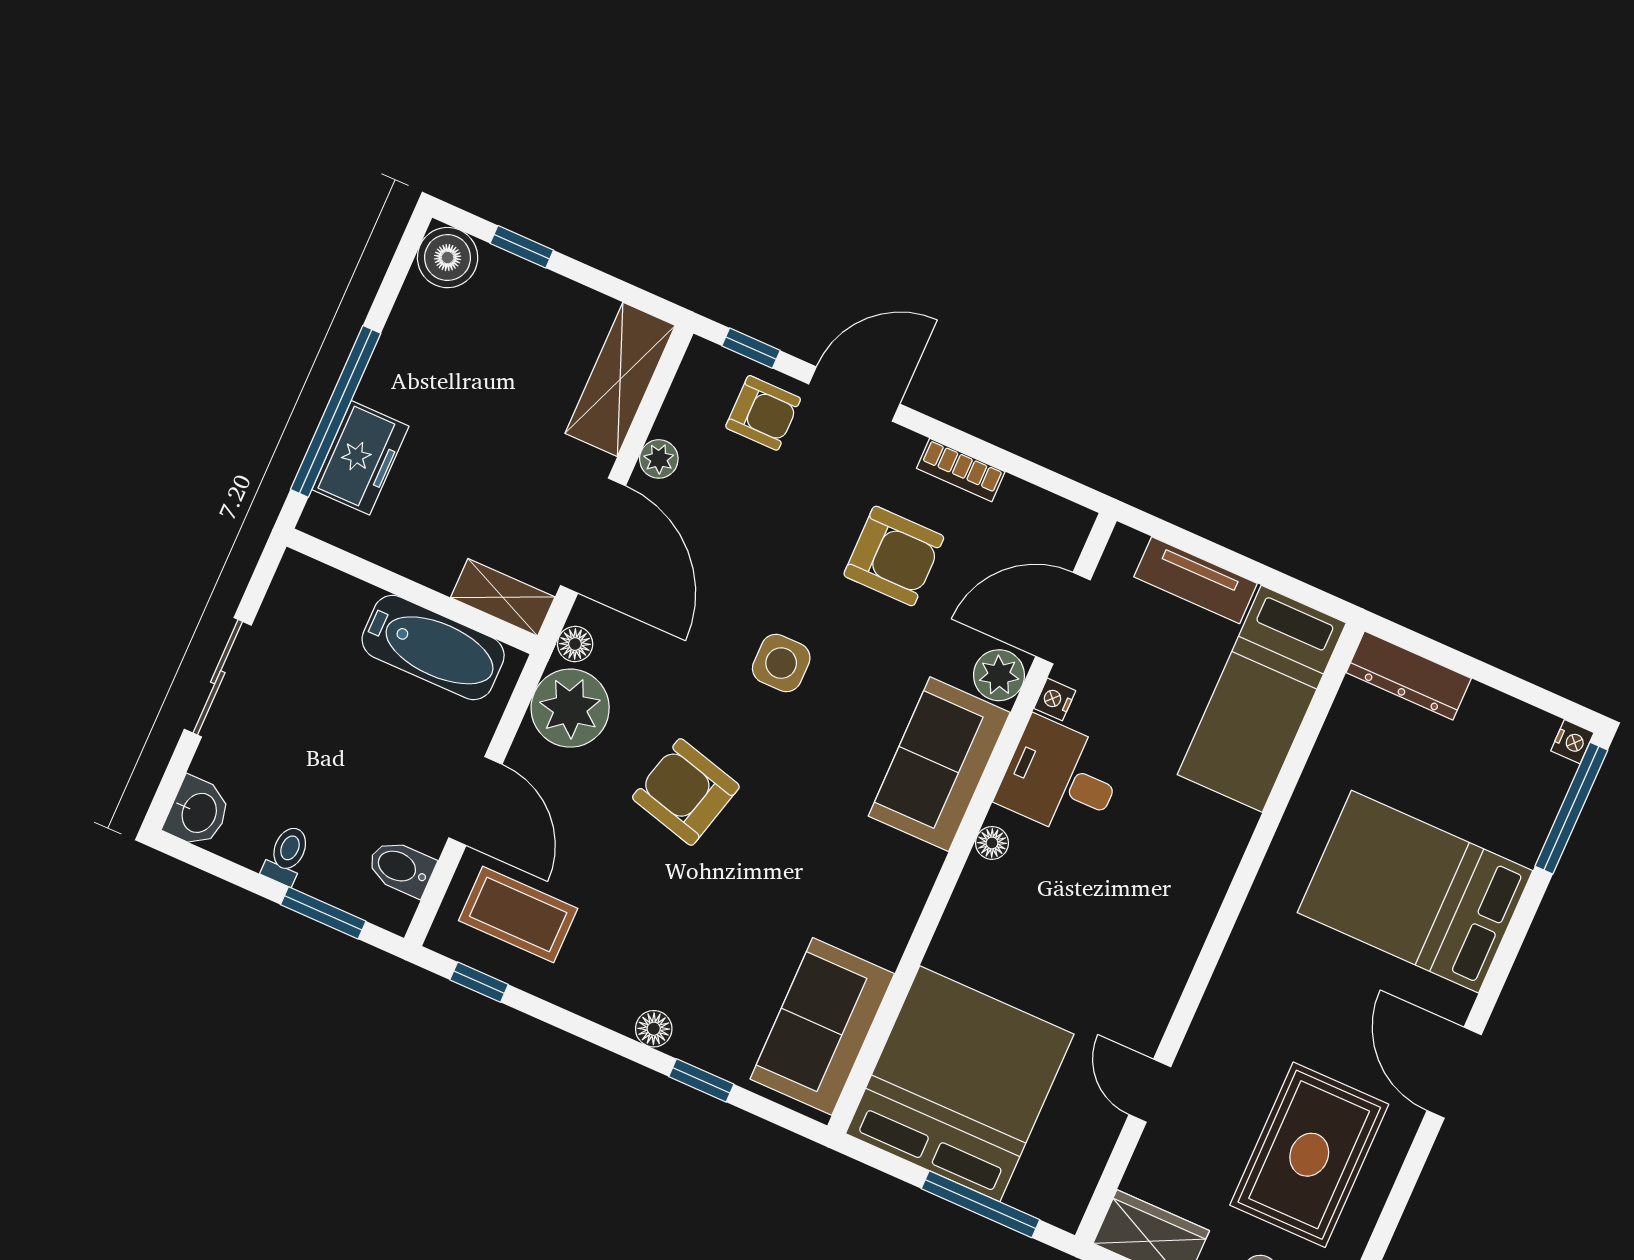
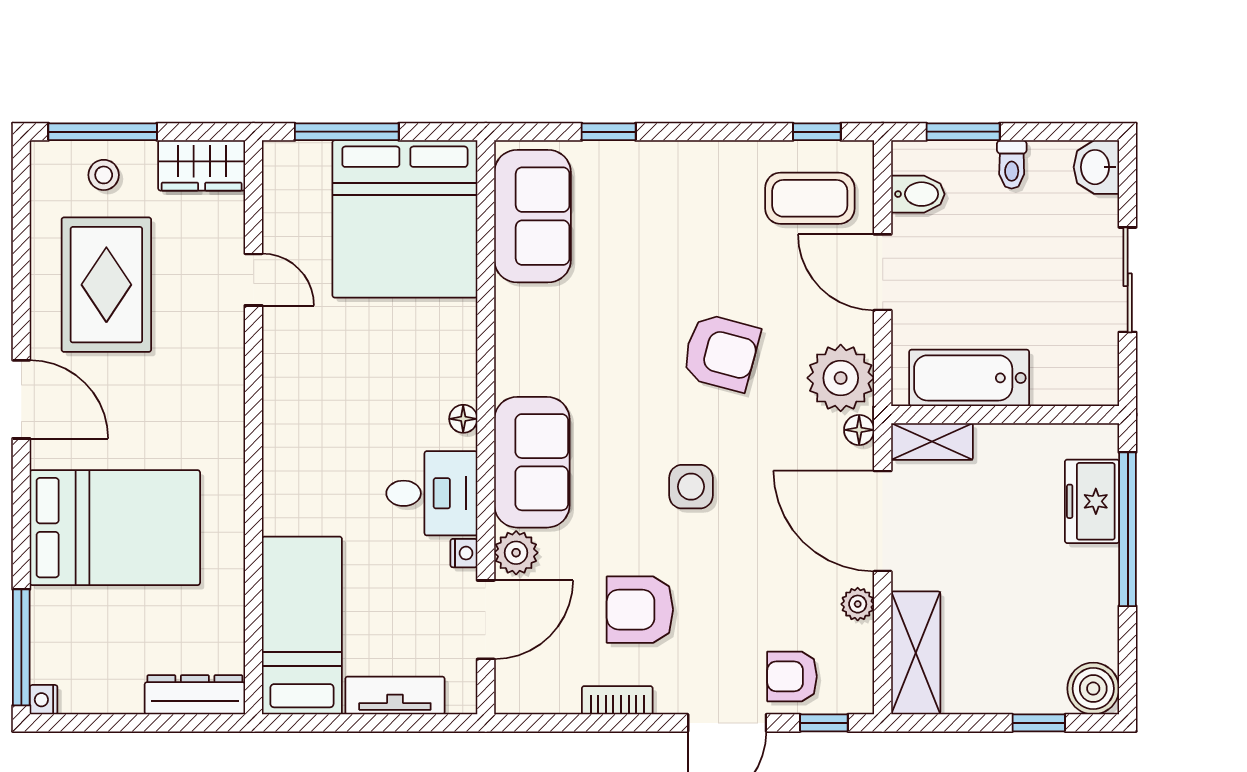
floor lamp: (654, 1029) -> (664, 156), removed

